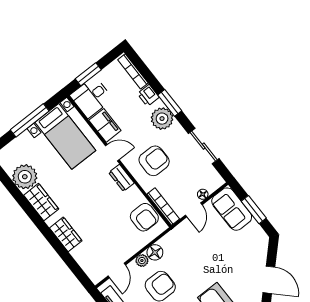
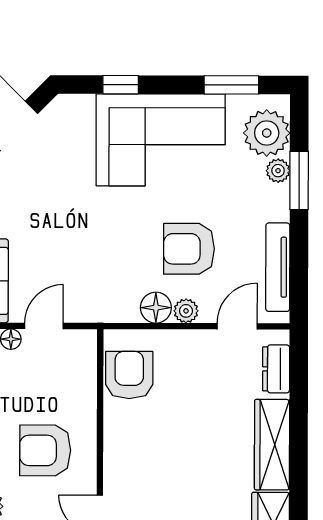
dresser: (121, 178) -> (276, 369), moved, turned 180
bookcase: (163, 207) -> (87, 369), removed
wardrobe: (66, 234) -> (272, 445), width x1.50

